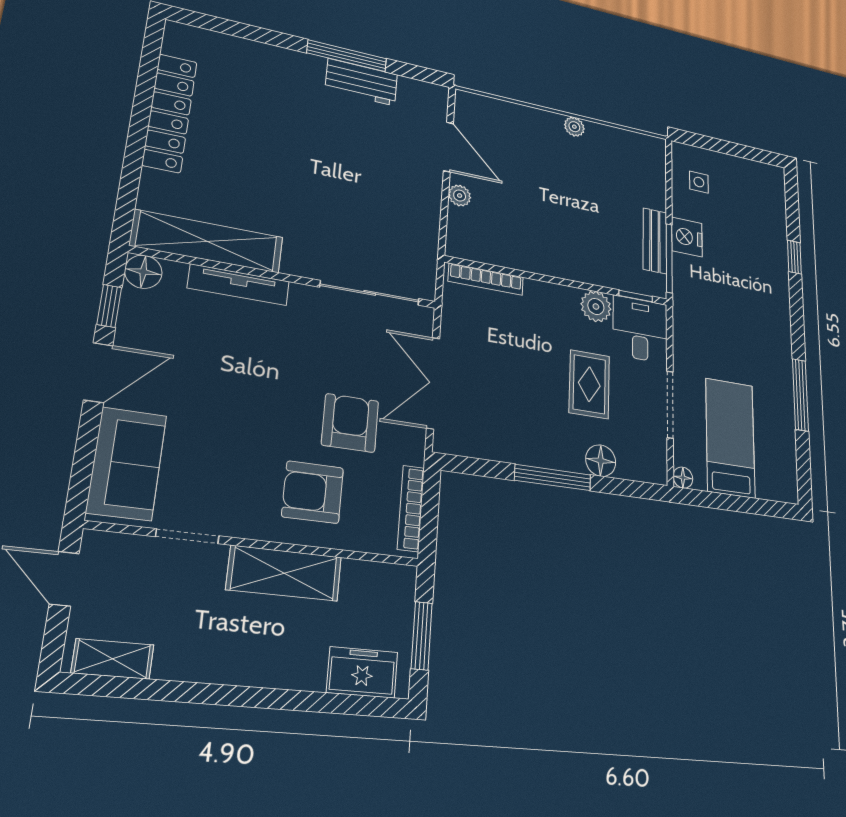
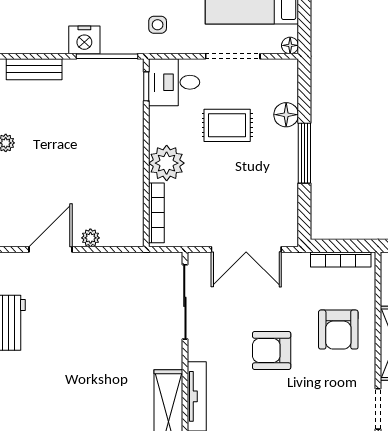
side table: (699, 182) -> (158, 25), moved
bench: (655, 241) -> (34, 69), moved
plant: (596, 307) -> (167, 163), moved, width x1.36, depth x1.36
armchair: (350, 423) -> (272, 351), moved

